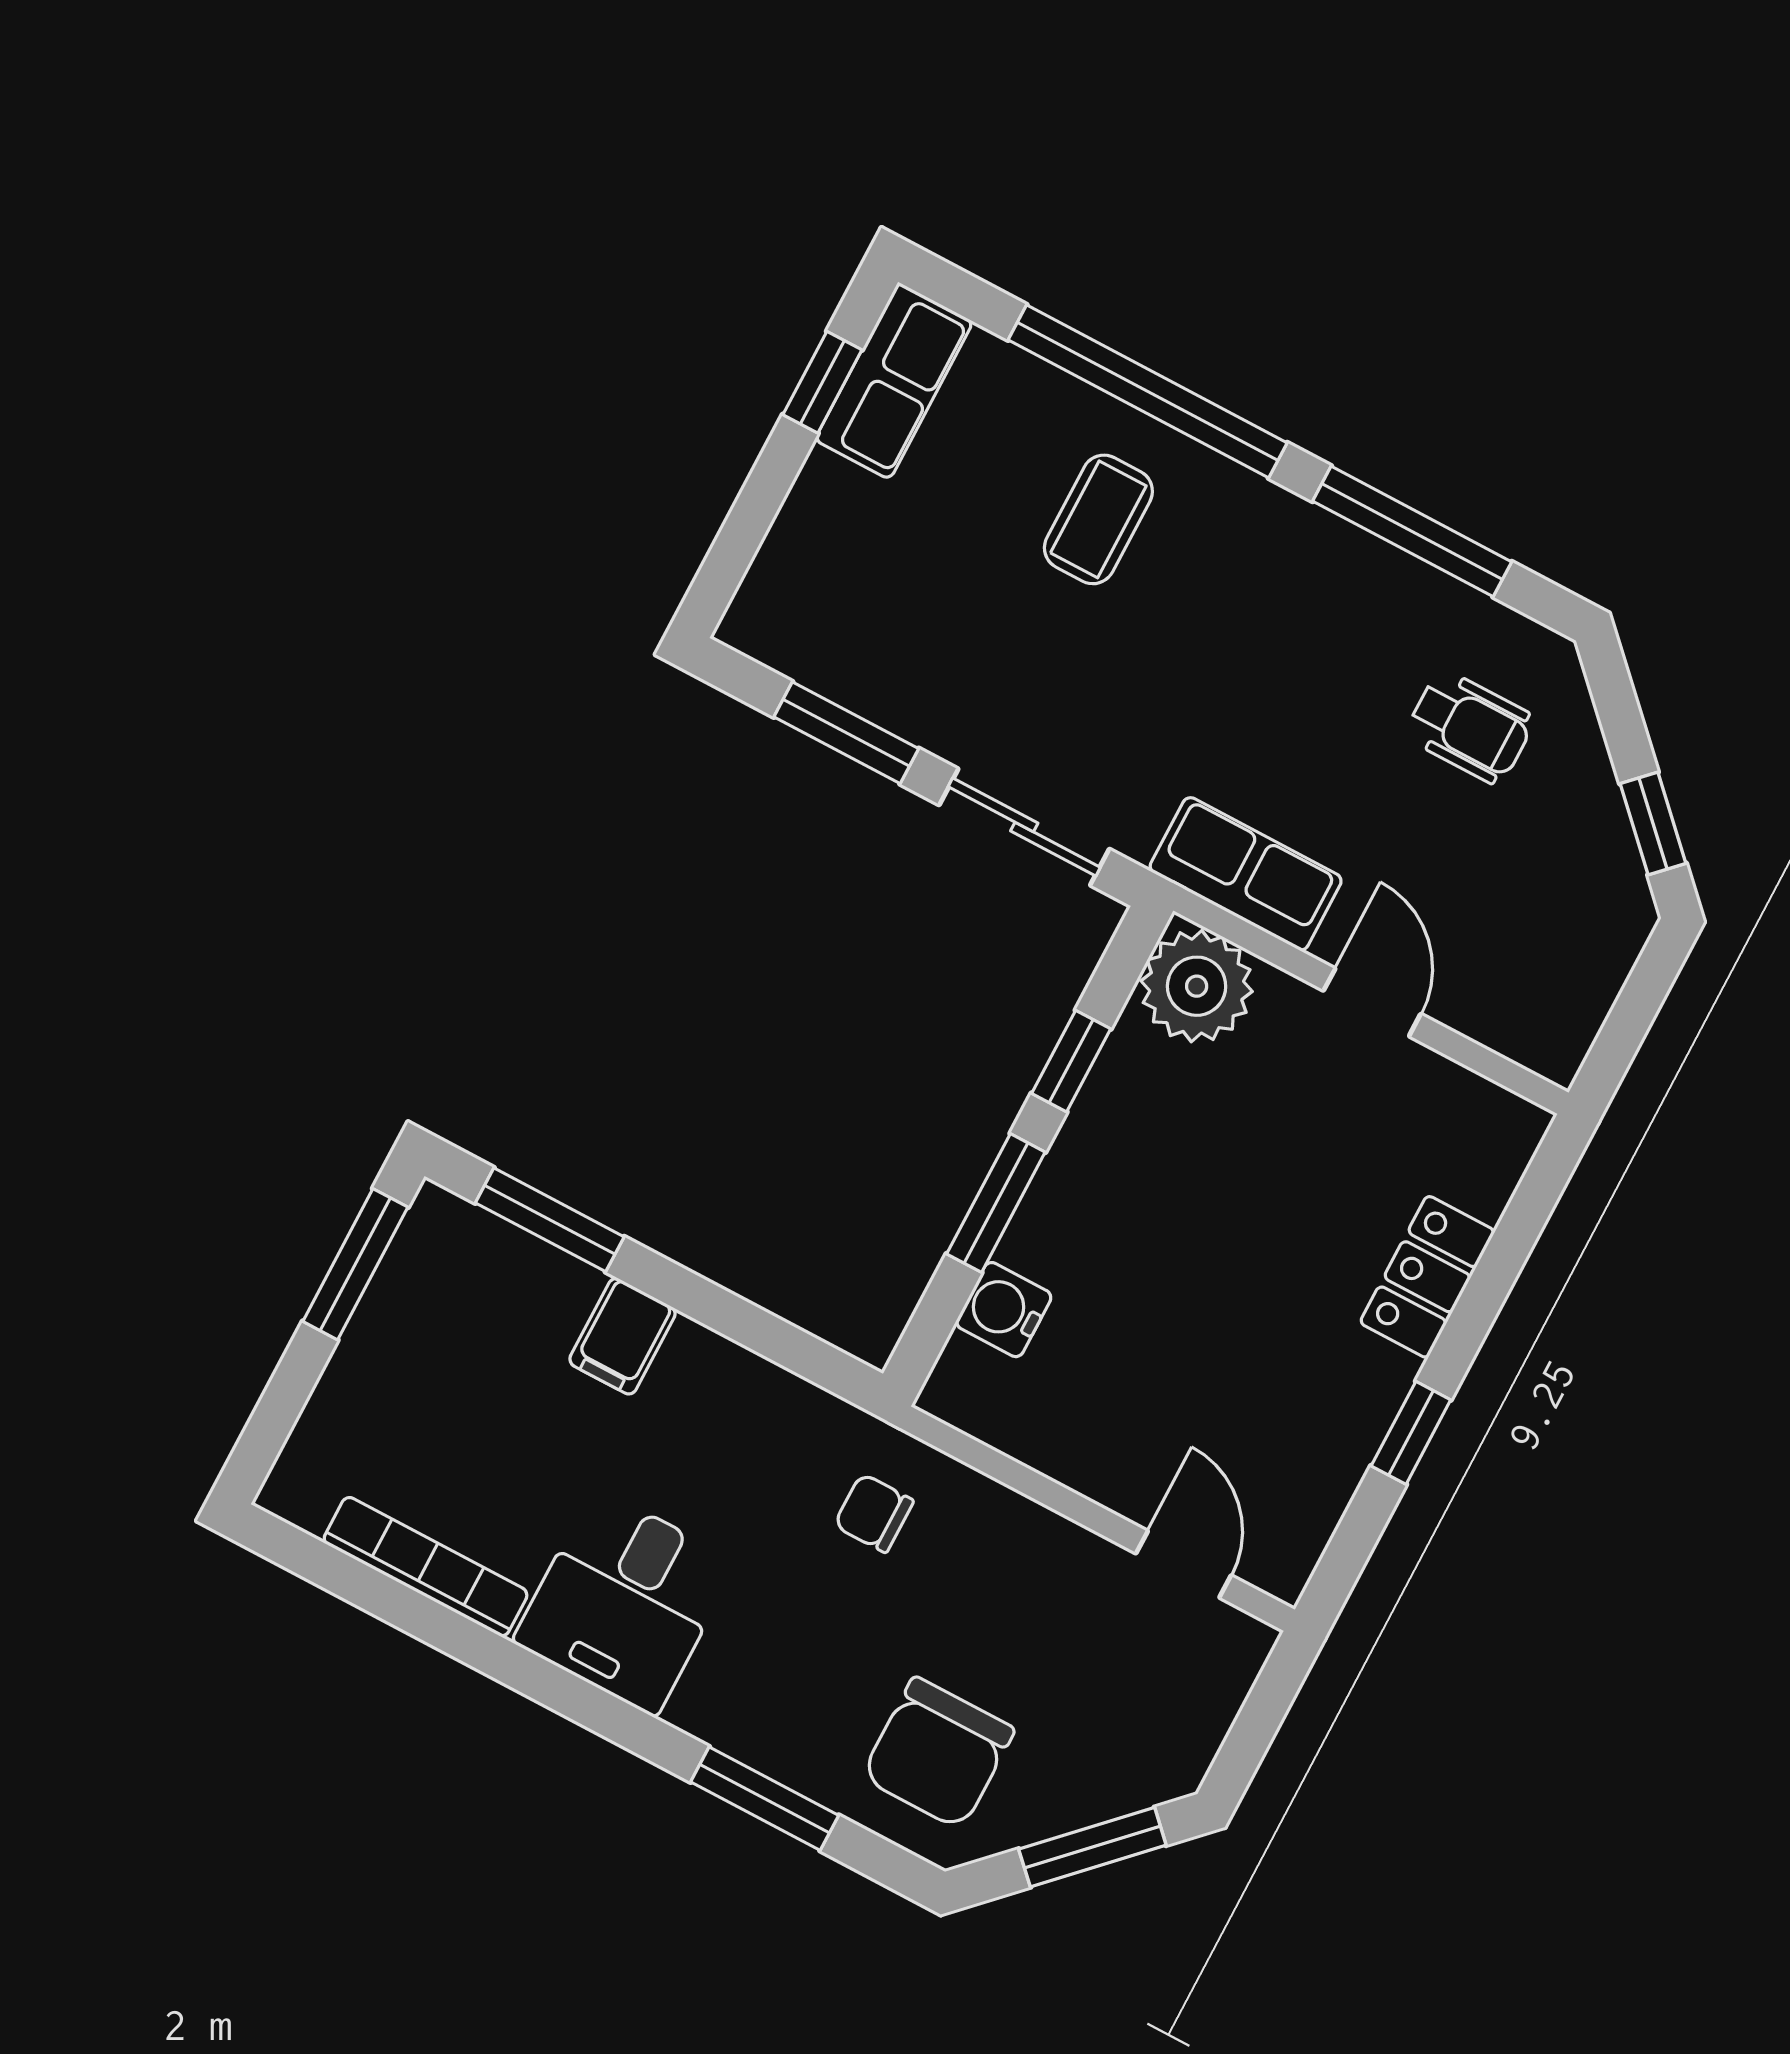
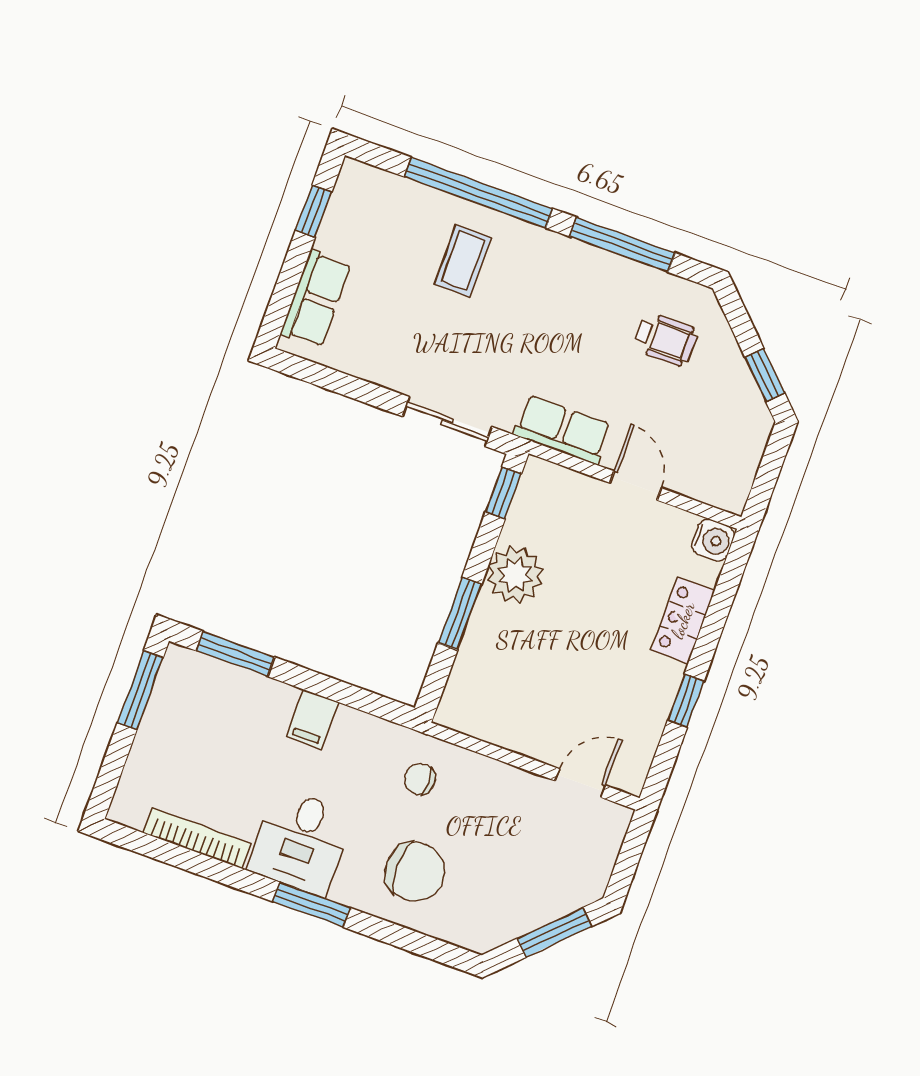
row of seats: (894, 381) -> (316, 299), moved
window: (846, 733) -> (351, 387), removed
plant: (1197, 986) -> (515, 575), moved
window: (1071, 1061) -> (504, 493), moved
water cooler: (1004, 1310) -> (713, 540), moved, turned 180
filing cabinet: (622, 1336) -> (312, 719), moved
door: (1184, 1564) -> (580, 783), hinge flipped
chair: (938, 1753) -> (415, 872), moved, turned -90
window: (765, 1799) -> (311, 905), moved

